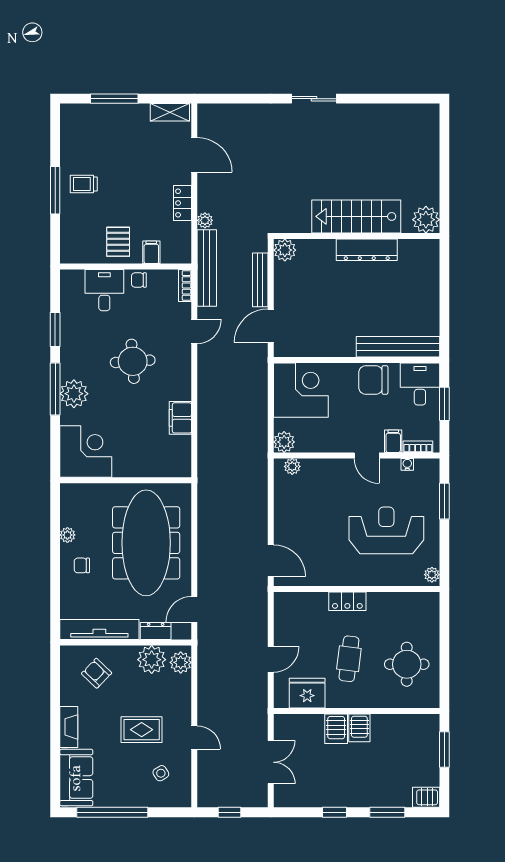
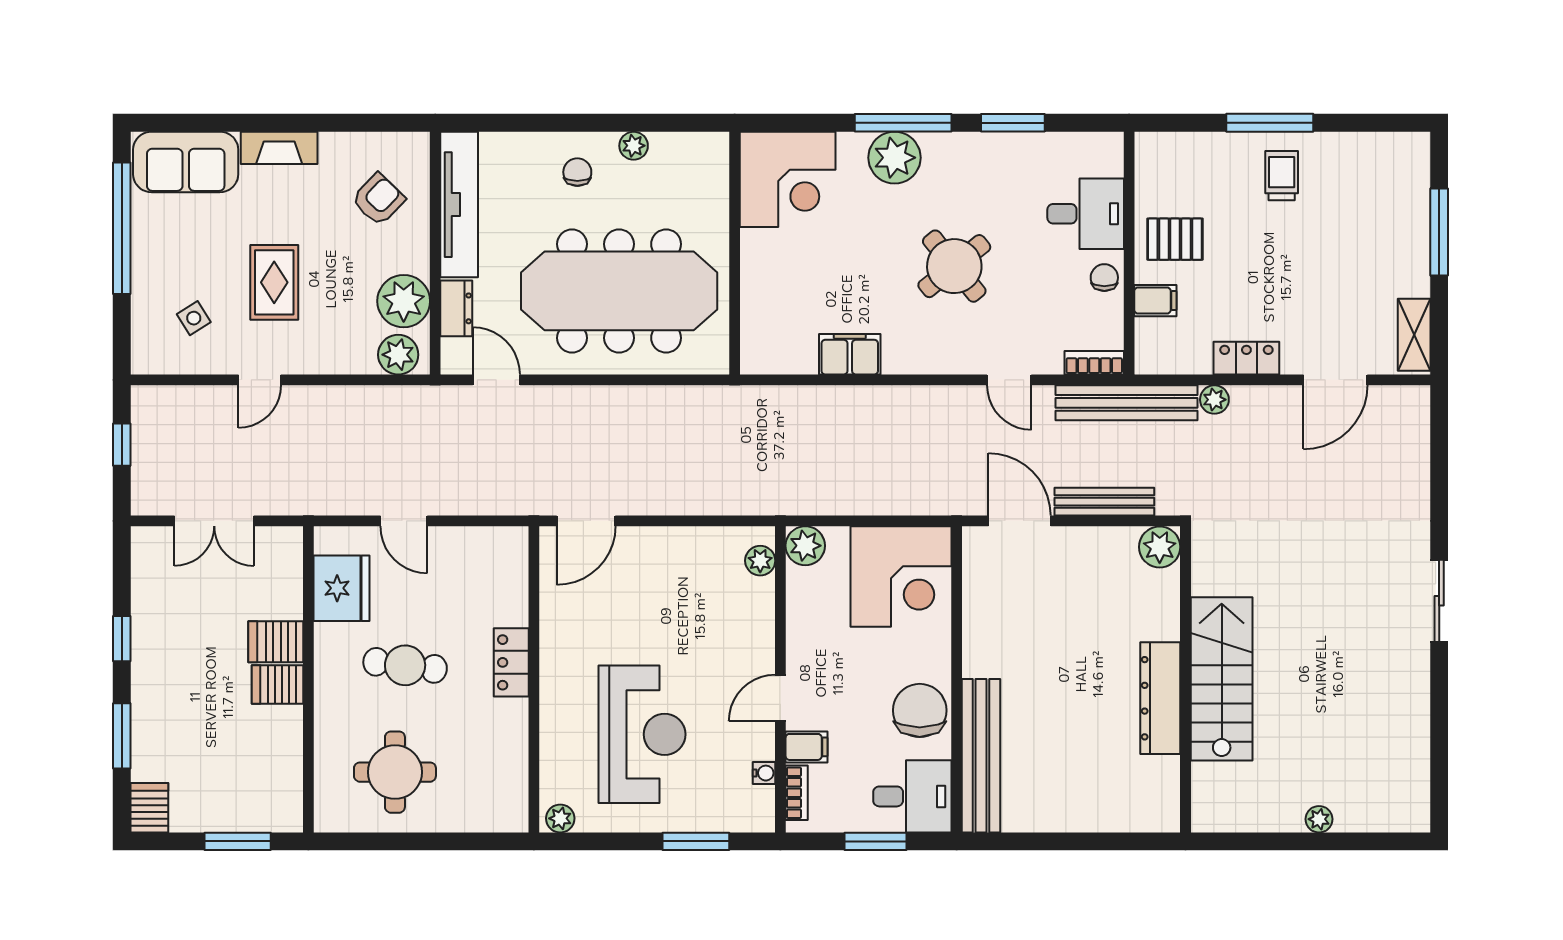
plant: (426, 220) -> (1319, 819), moved, width x0.53, depth x0.53
round table: (133, 361) -> (954, 266), turned -35

